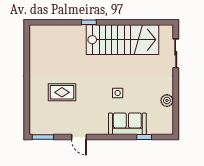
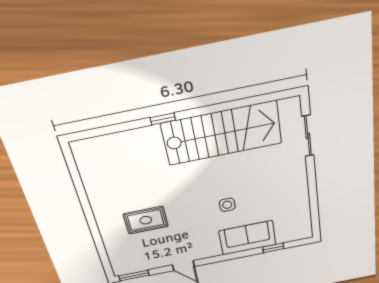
plant: (167, 101) -> (300, 200), removed

